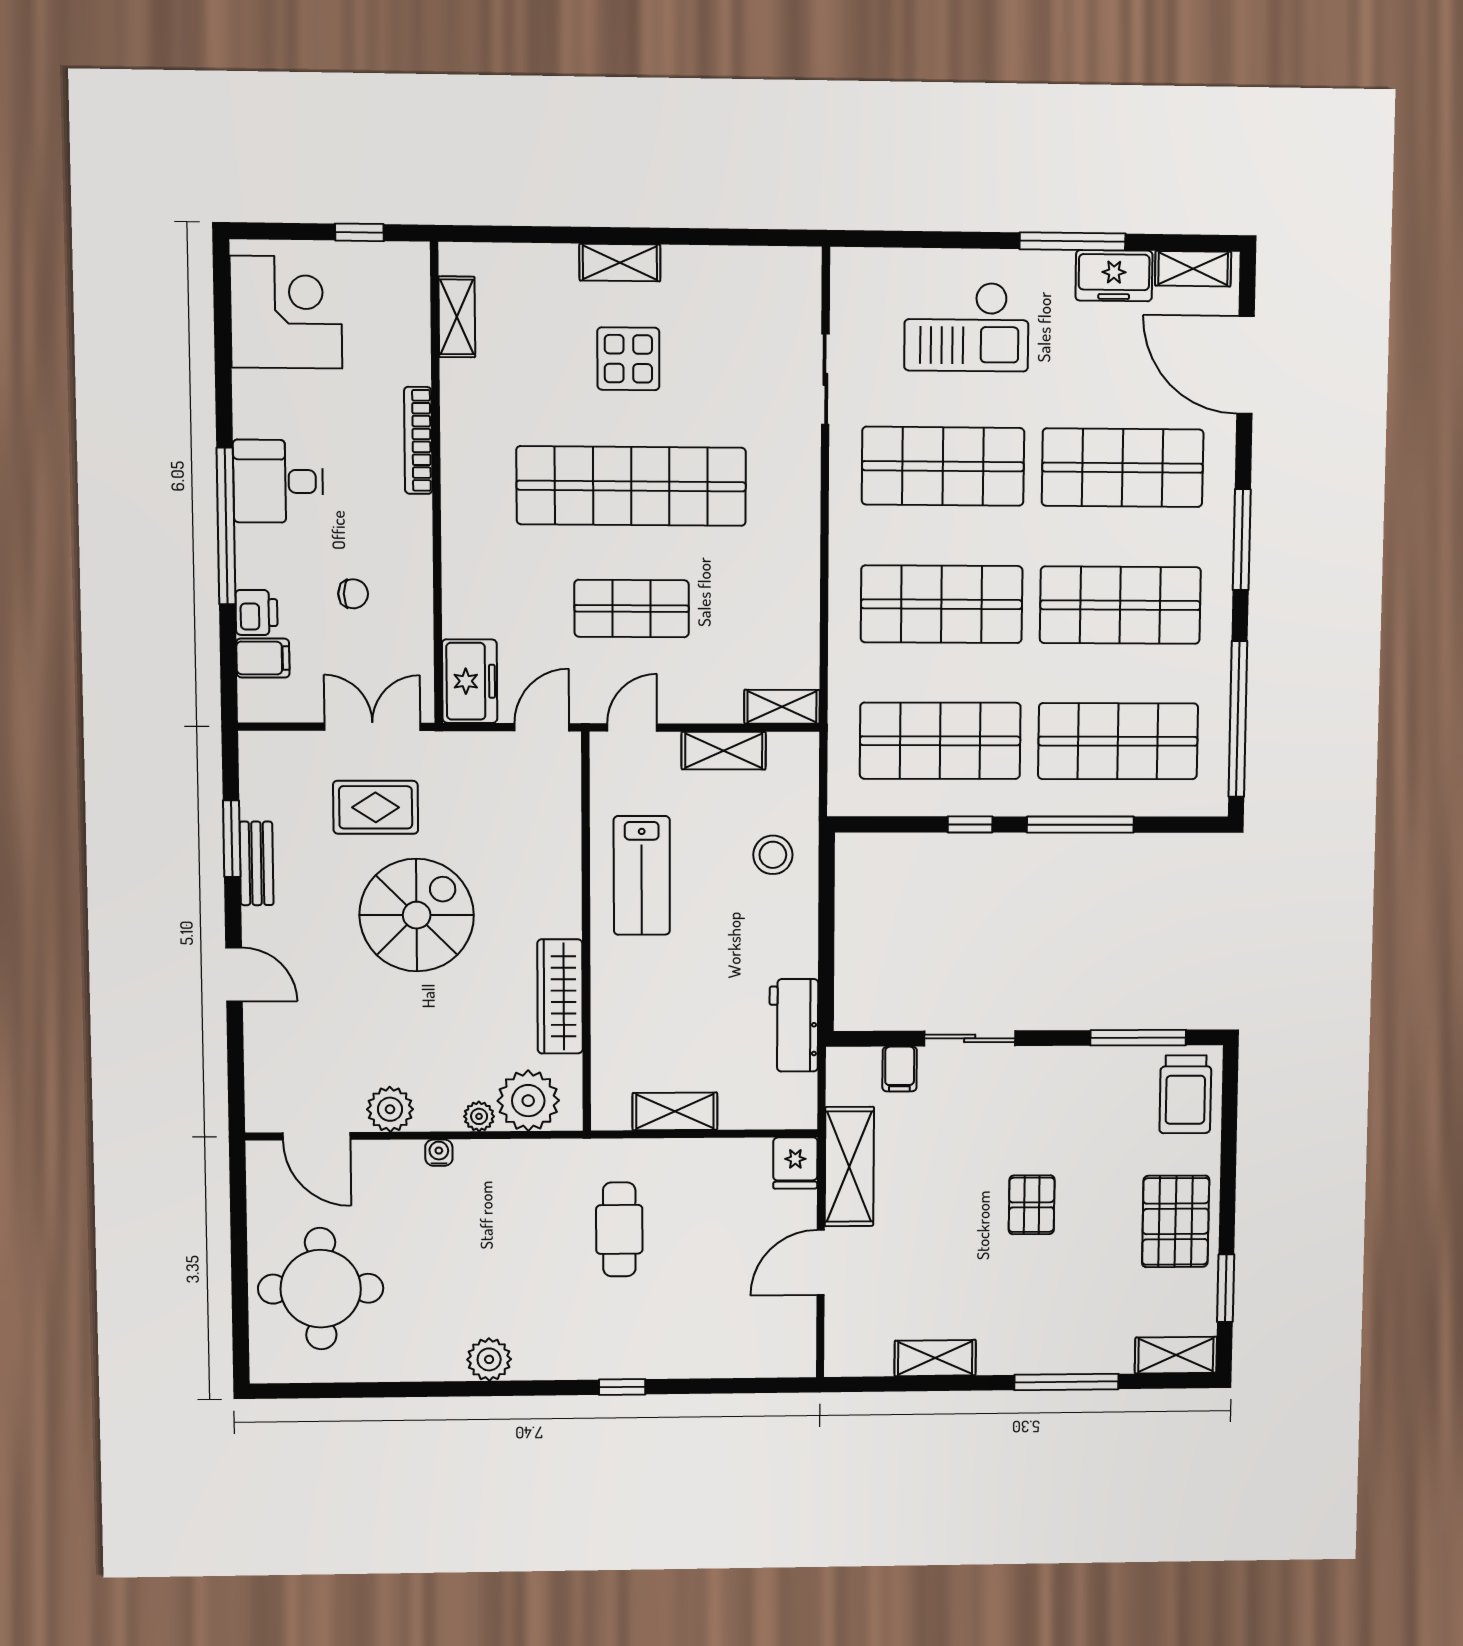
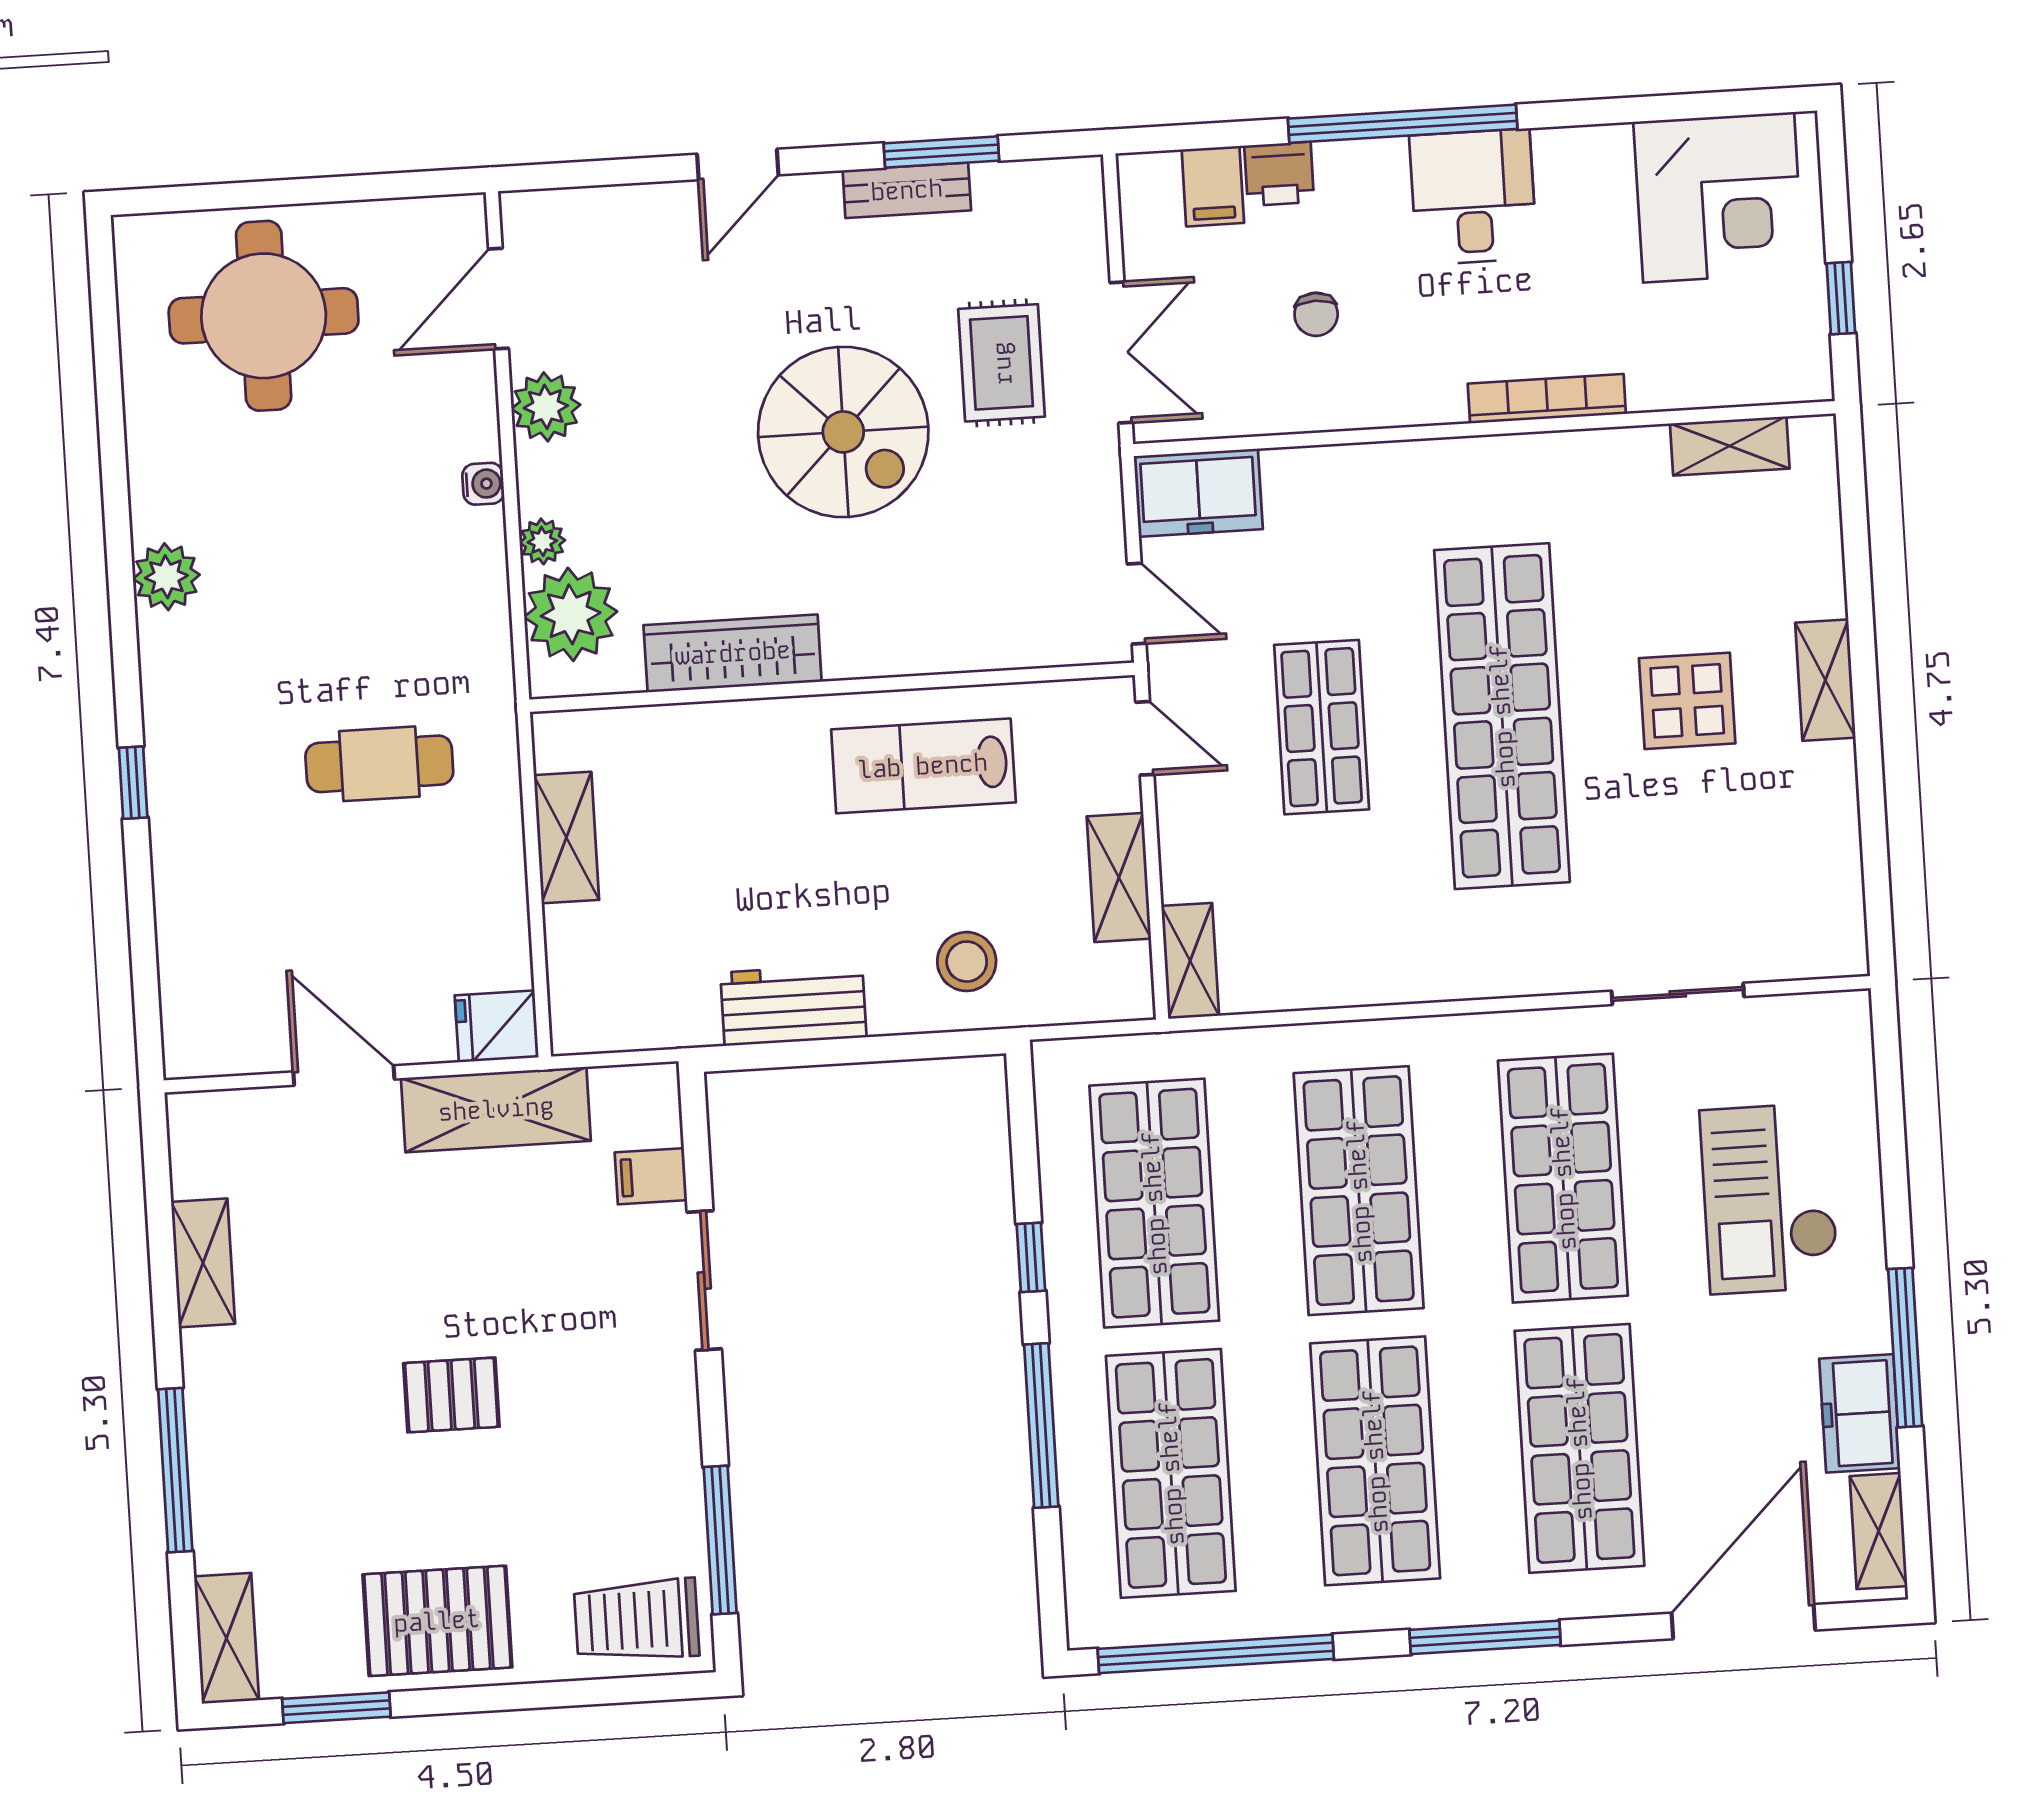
workbench: (794, 1025) -> (793, 1005), moved

